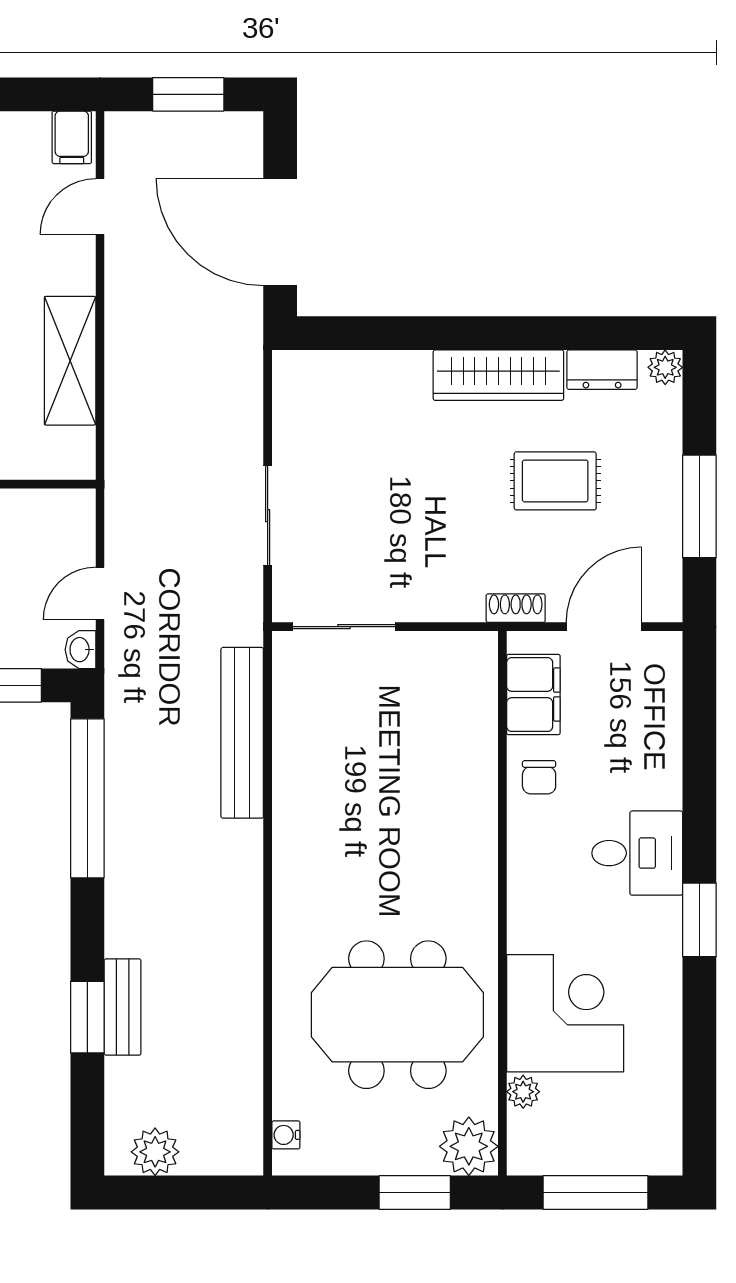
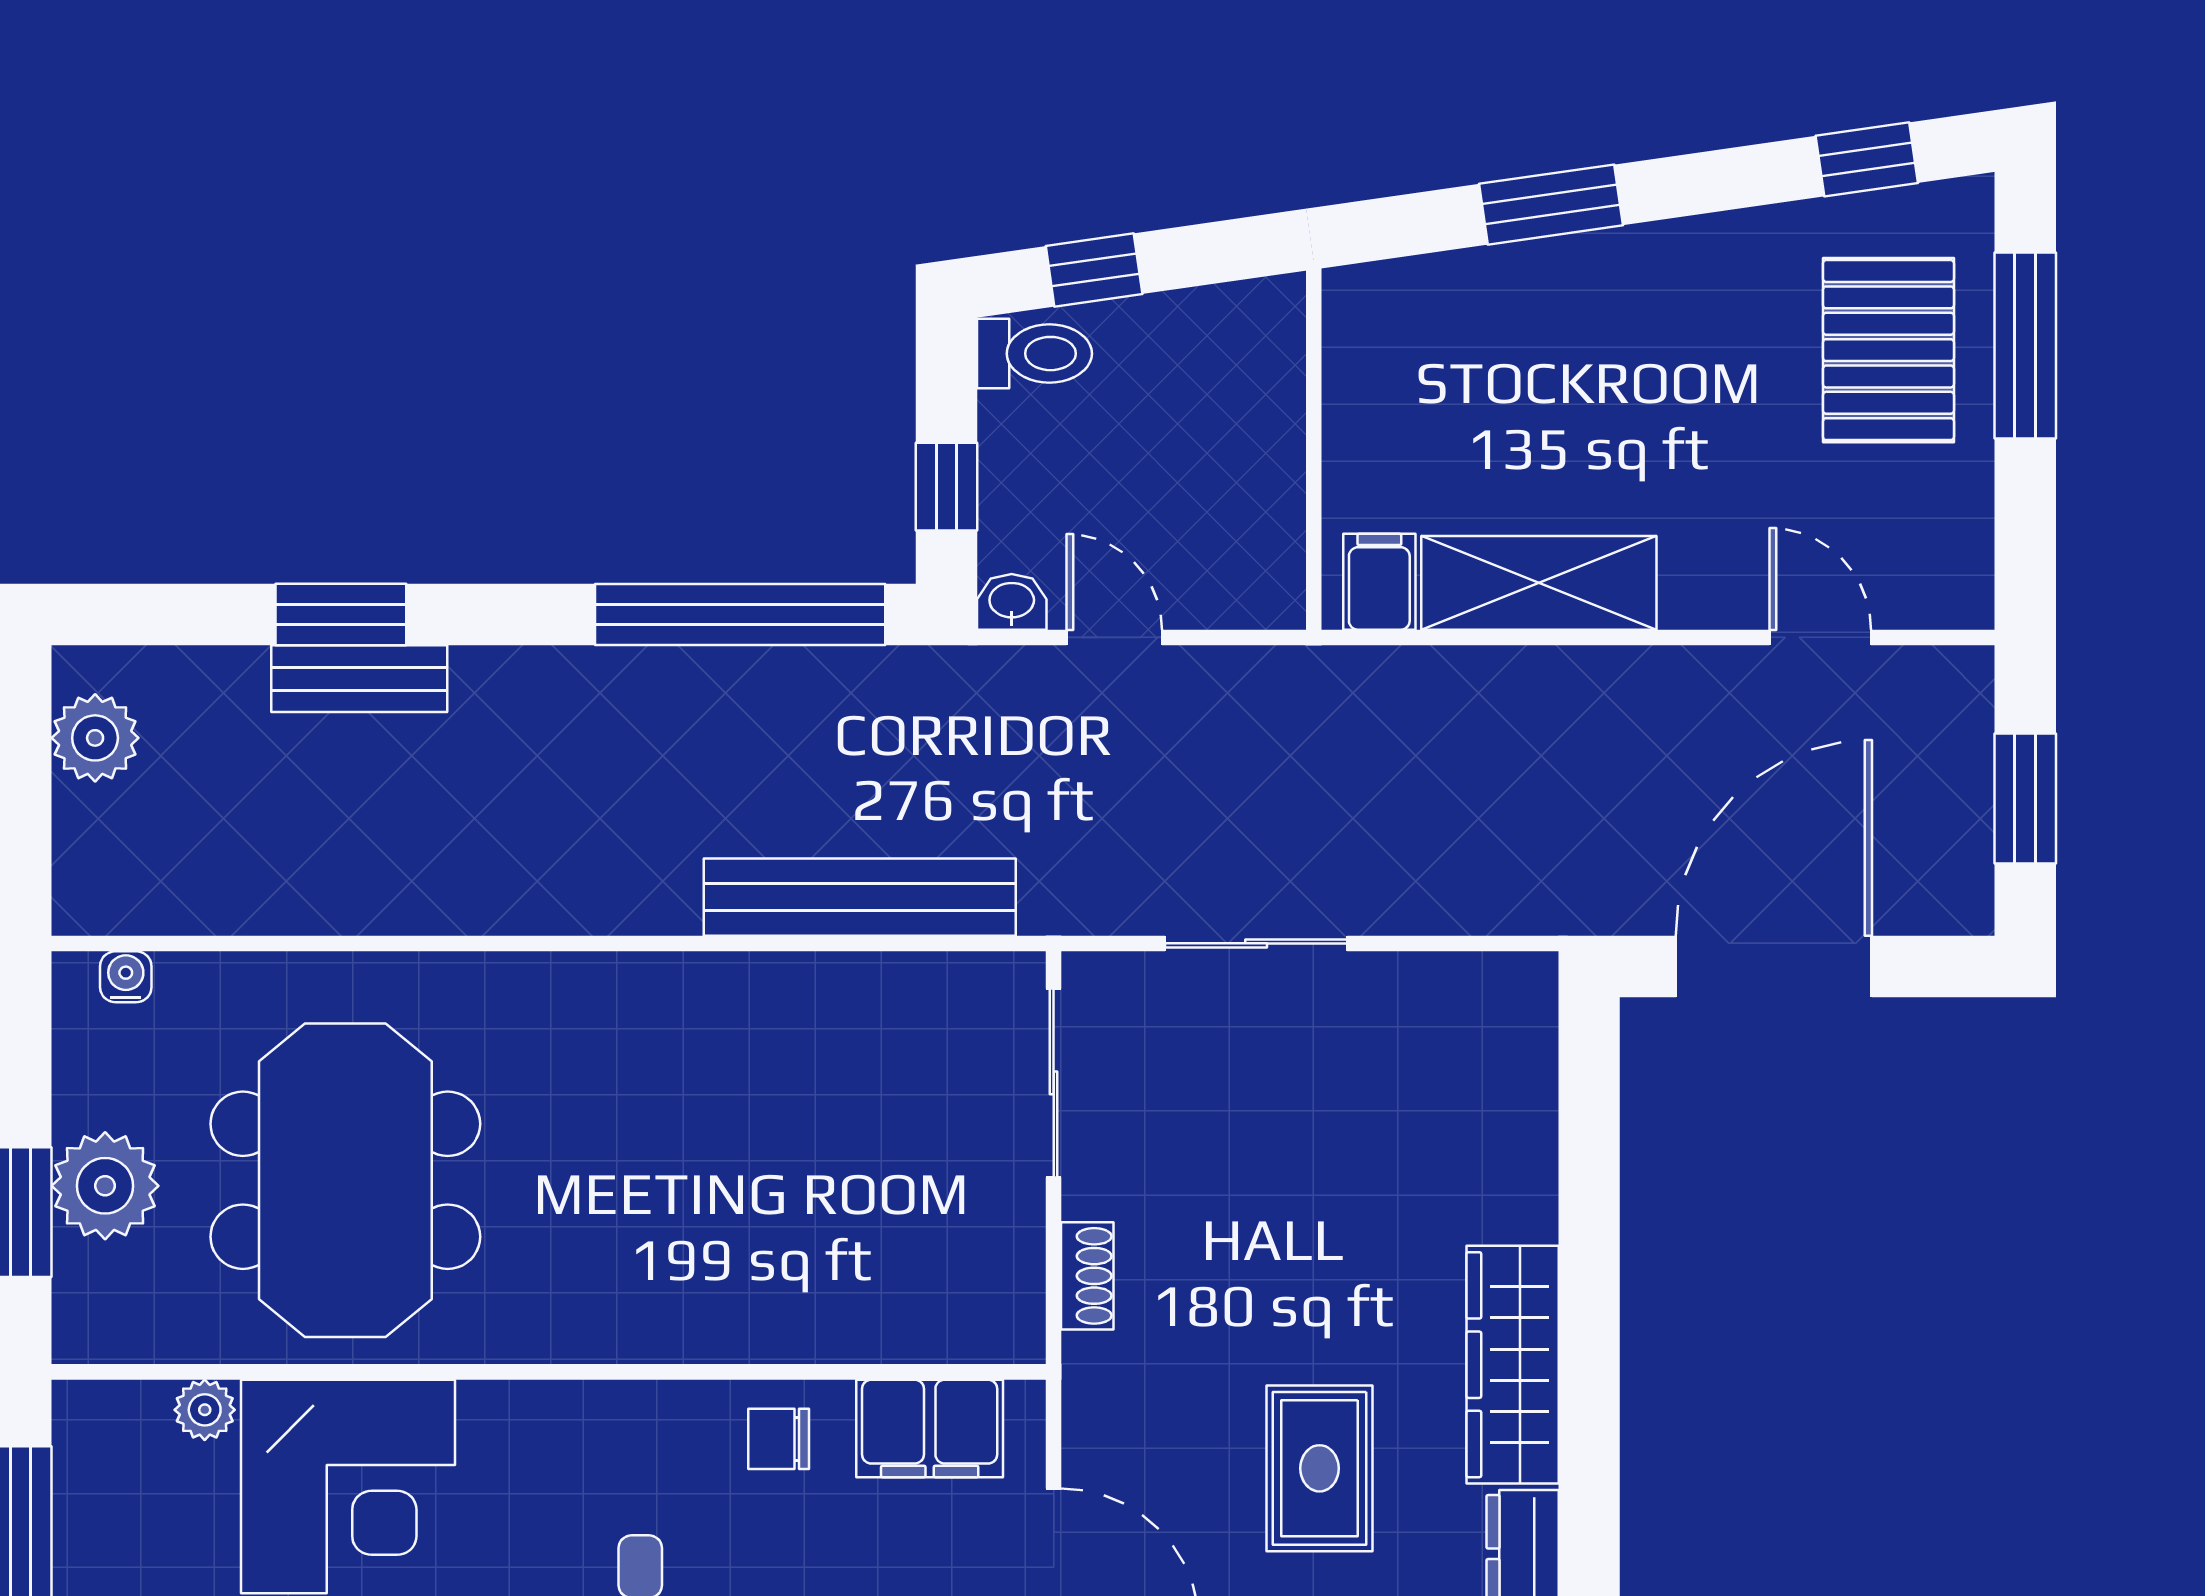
filing cabinet: (72, 137) -> (1379, 582), moved, turned 90
shoe rack: (516, 608) -> (1087, 1276), moved
plant: (469, 1146) -> (105, 1186), moved

